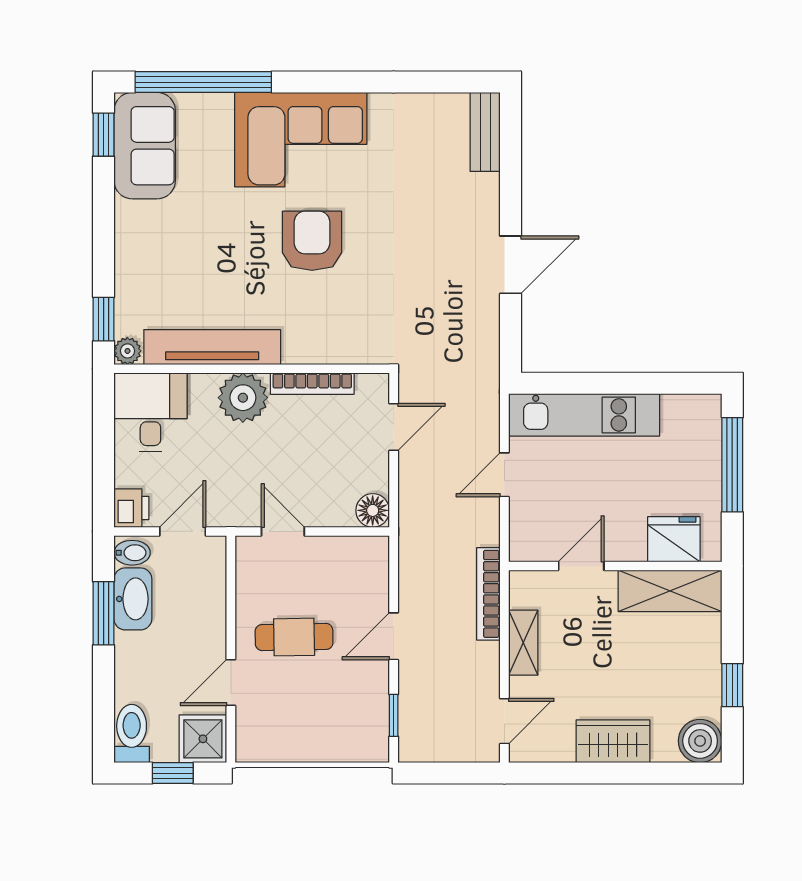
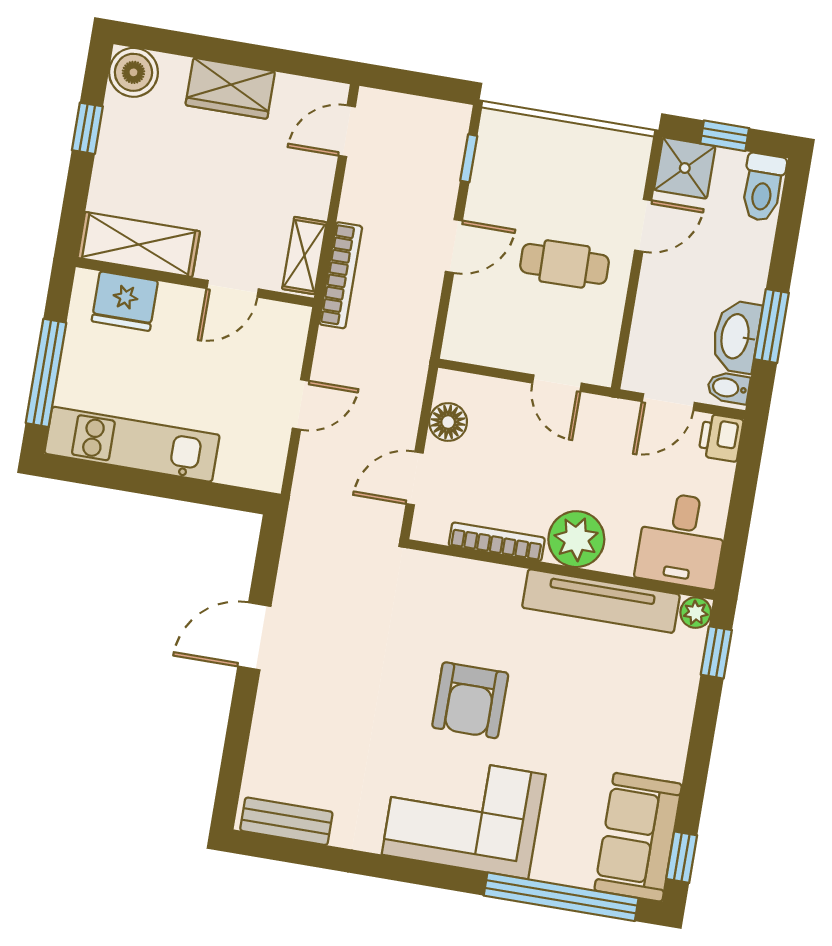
bench: (485, 132) -> (286, 821), moved, turned 90
kitchen unit: (584, 415) -> (132, 444), moved
floor lamp: (373, 510) -> (448, 422), moved
shelving: (523, 643) -> (304, 256), moved

